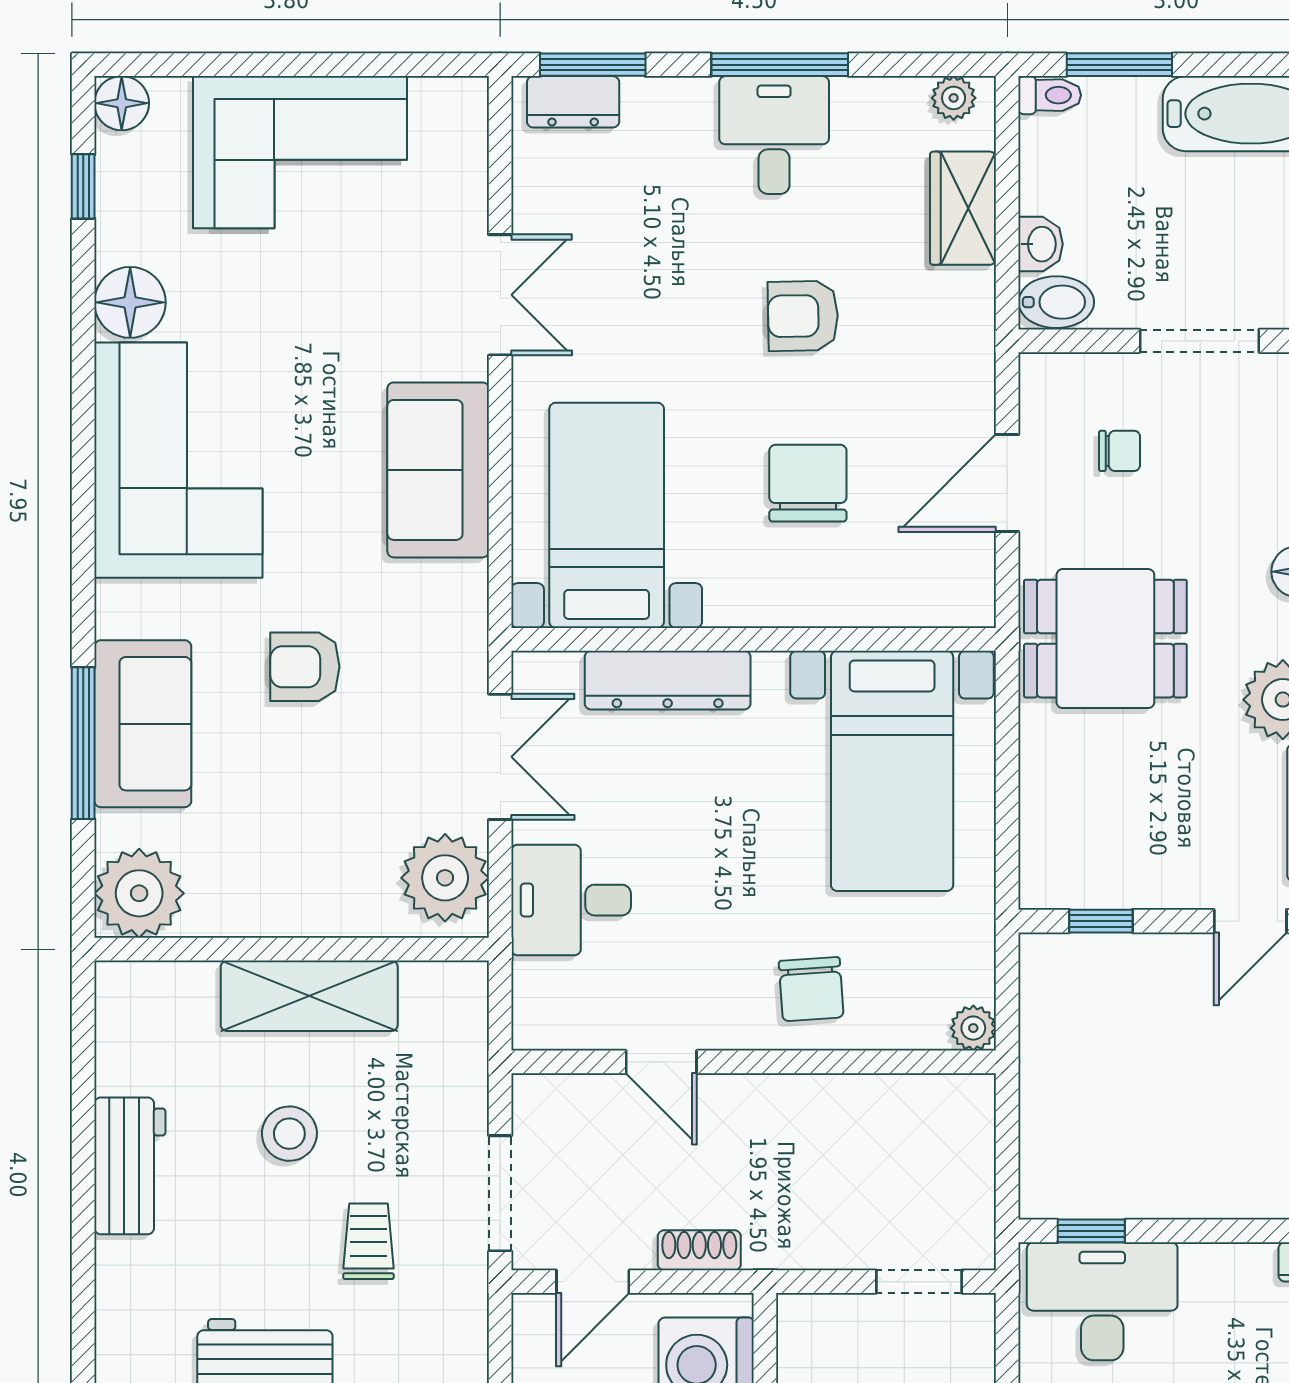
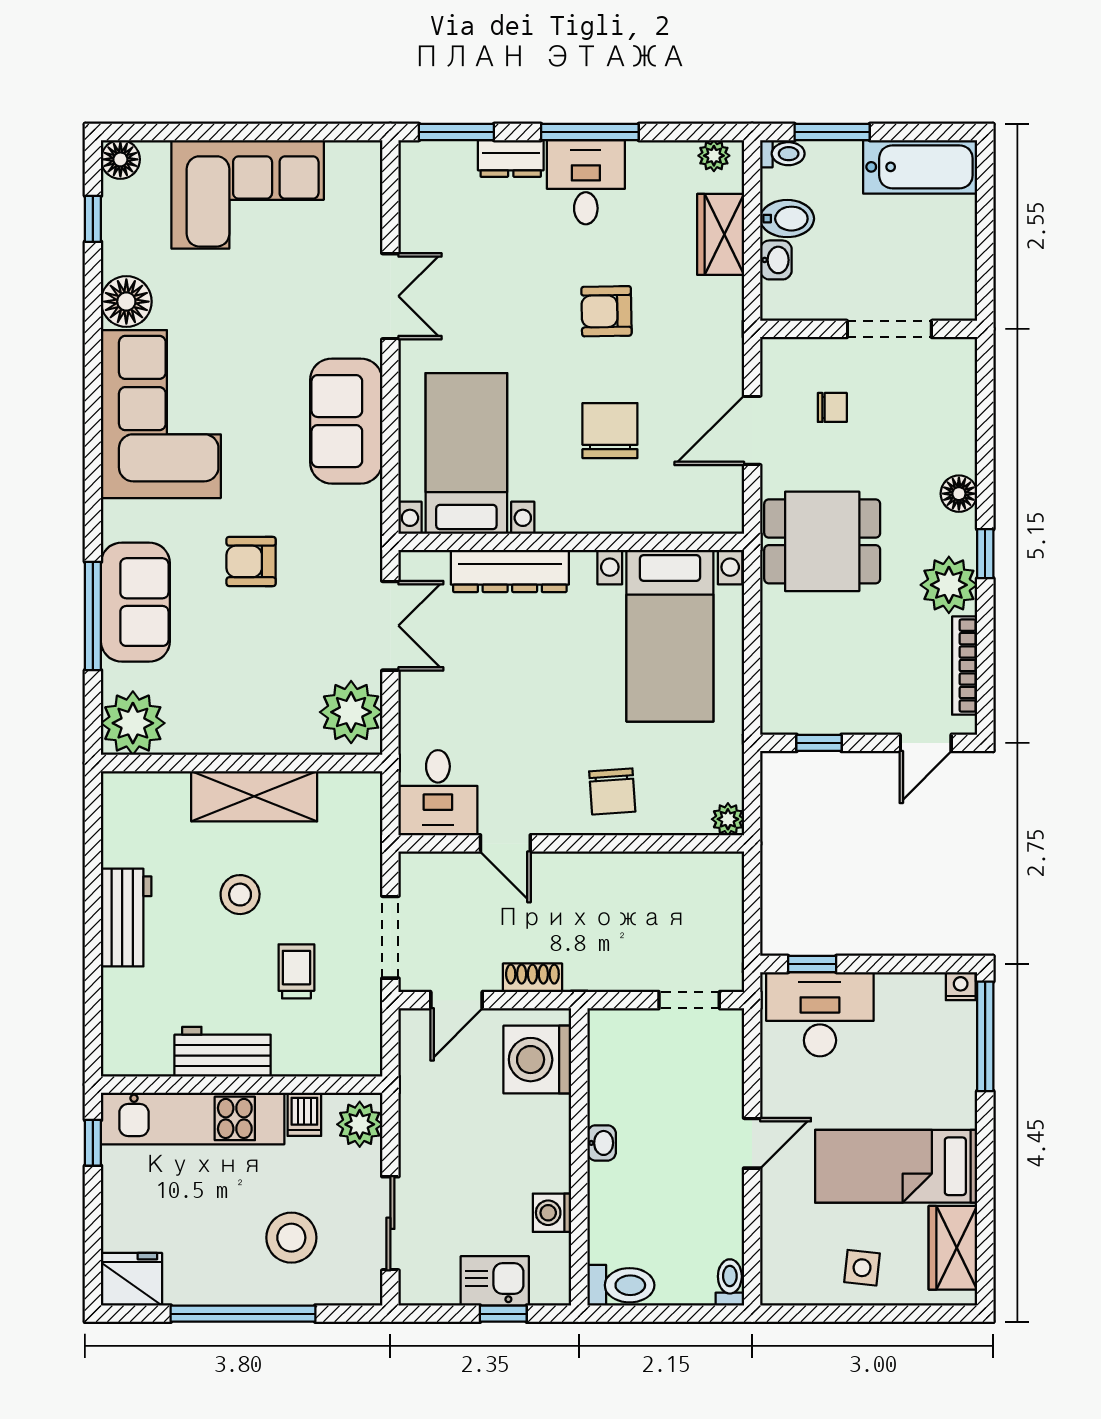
dresser: (573, 102) -> (511, 158), moved
bidet: (1056, 302) -> (787, 219), moved
desk: (571, 900) -> (438, 793), moved, turned -90

